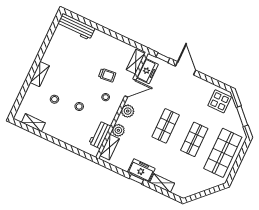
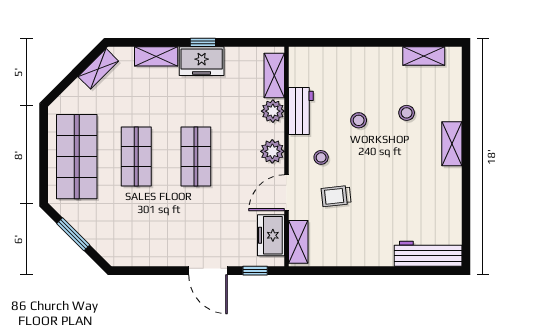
display table: (220, 101) -> (124, 242), removed
workbench: (100, 135) -> (301, 111), moved
shelving: (193, 190) -> (98, 69), added

